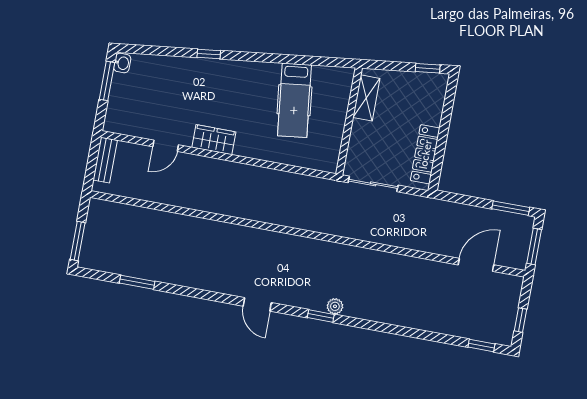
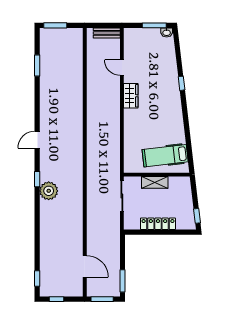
shelving: (366, 98) -> (155, 182), moved
hospital bed: (294, 100) -> (165, 156), moved
locker: (425, 154) -> (158, 224), moved
plant: (335, 306) -> (49, 191), width x1.88, depth x1.88

